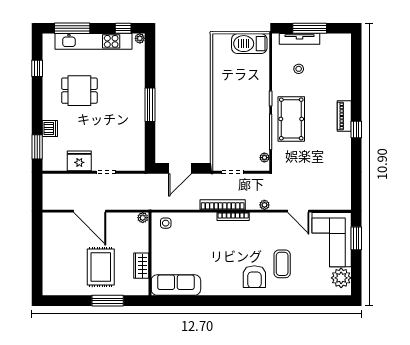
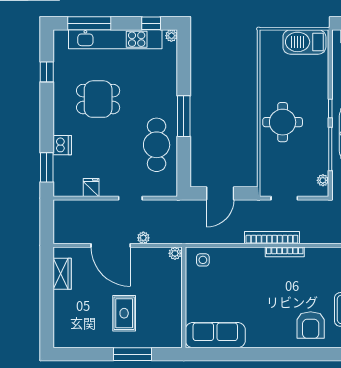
round table: (231, 110) -> (283, 122), added
cafe table: (128, 128) -> (157, 145), added
fridge: (79, 161) -> (91, 187), width x0.53, depth x0.75
plant: (264, 205) -> (143, 238), moved
wardrobe: (141, 266) -> (62, 274), moved, turned 180
rug: (101, 267) -> (124, 313), width x0.73, depth x0.70

